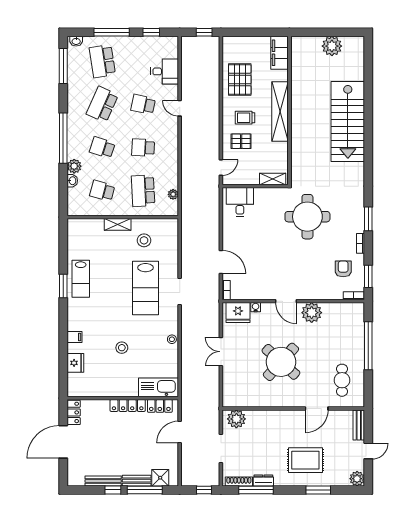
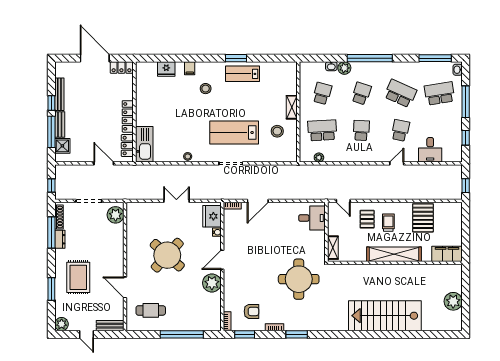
pallet: (240, 79) -> (423, 218), turned 90
stool: (122, 348) -> (206, 89), moved

